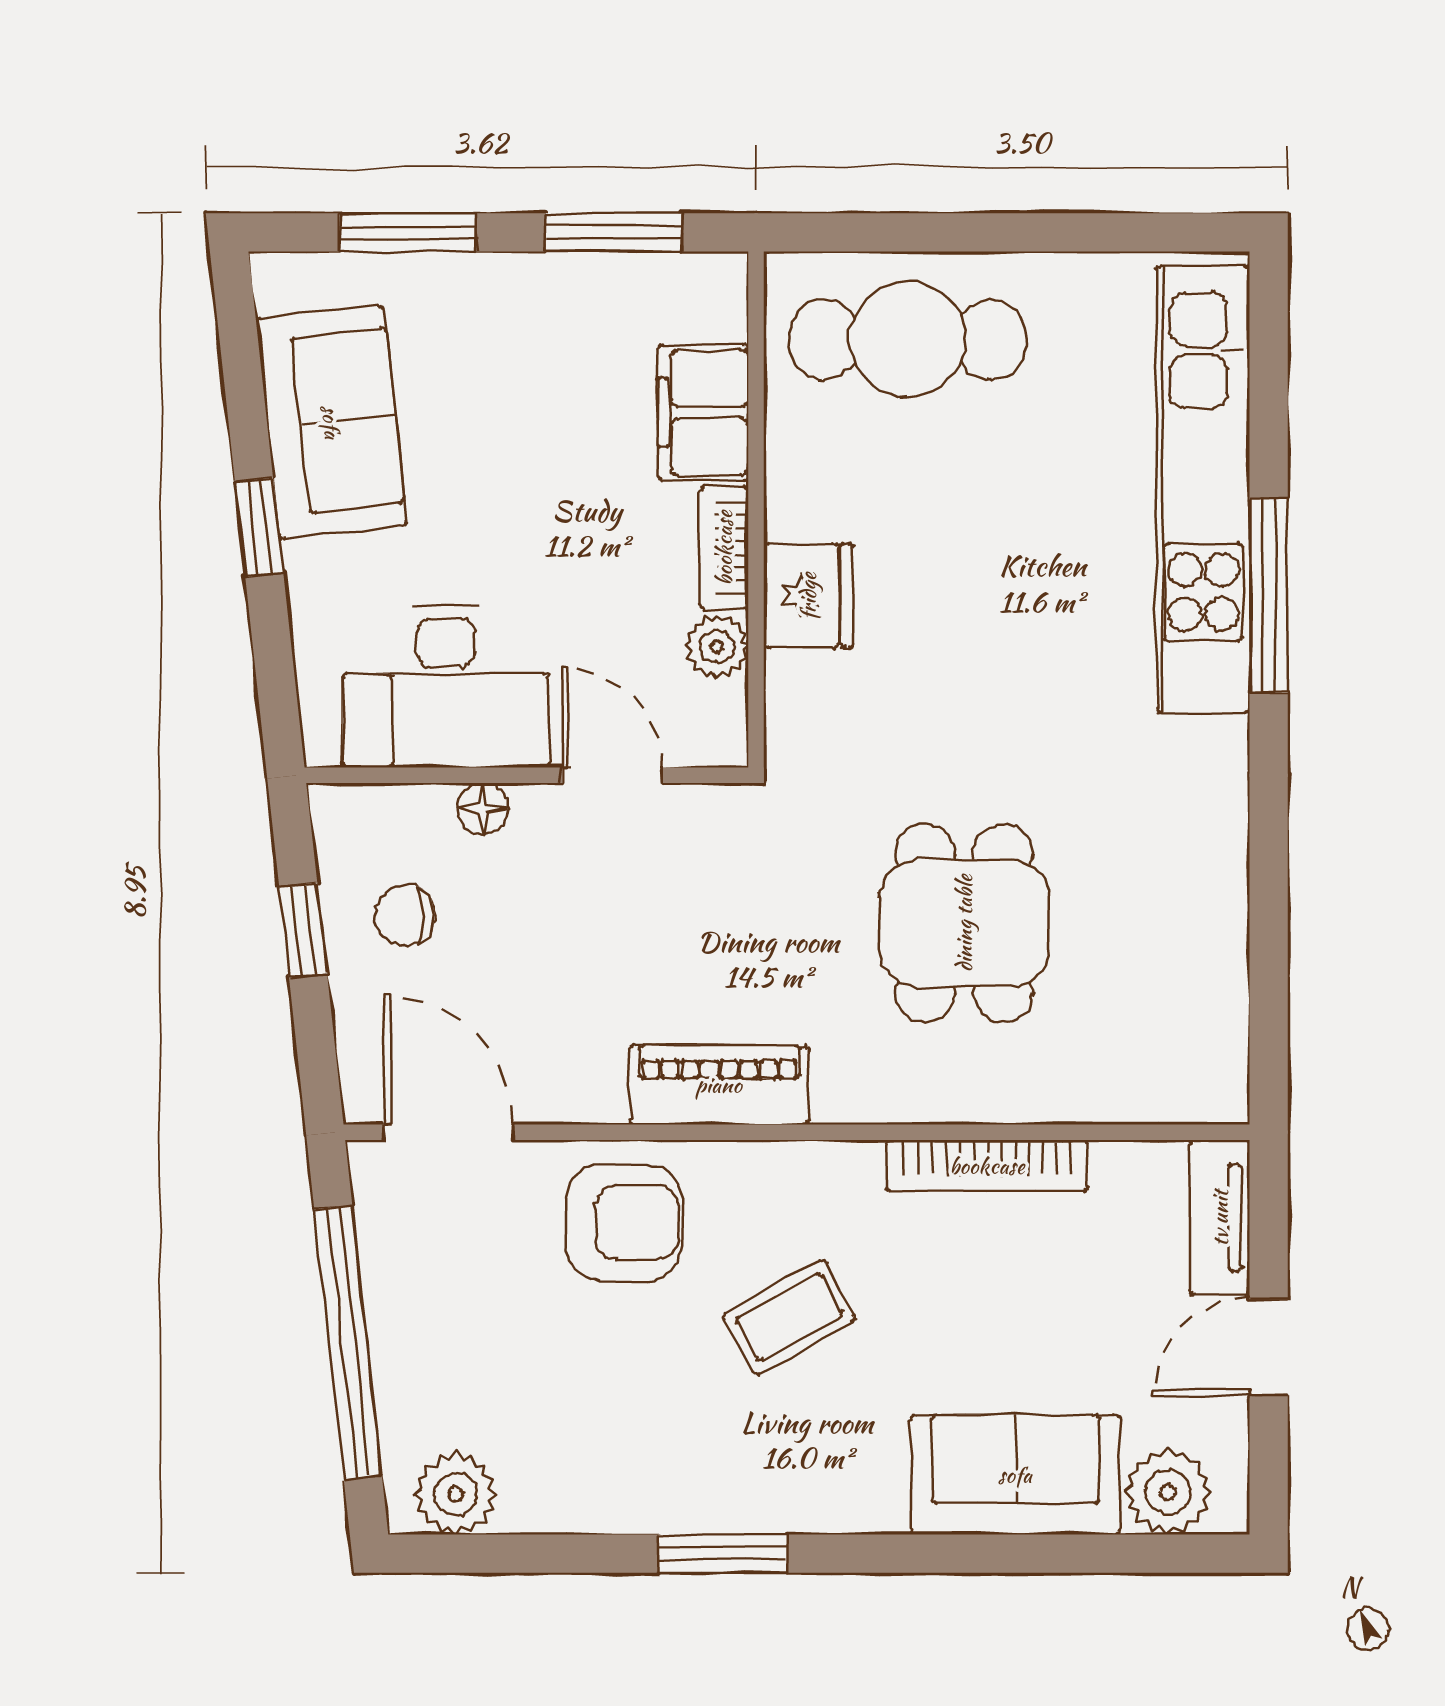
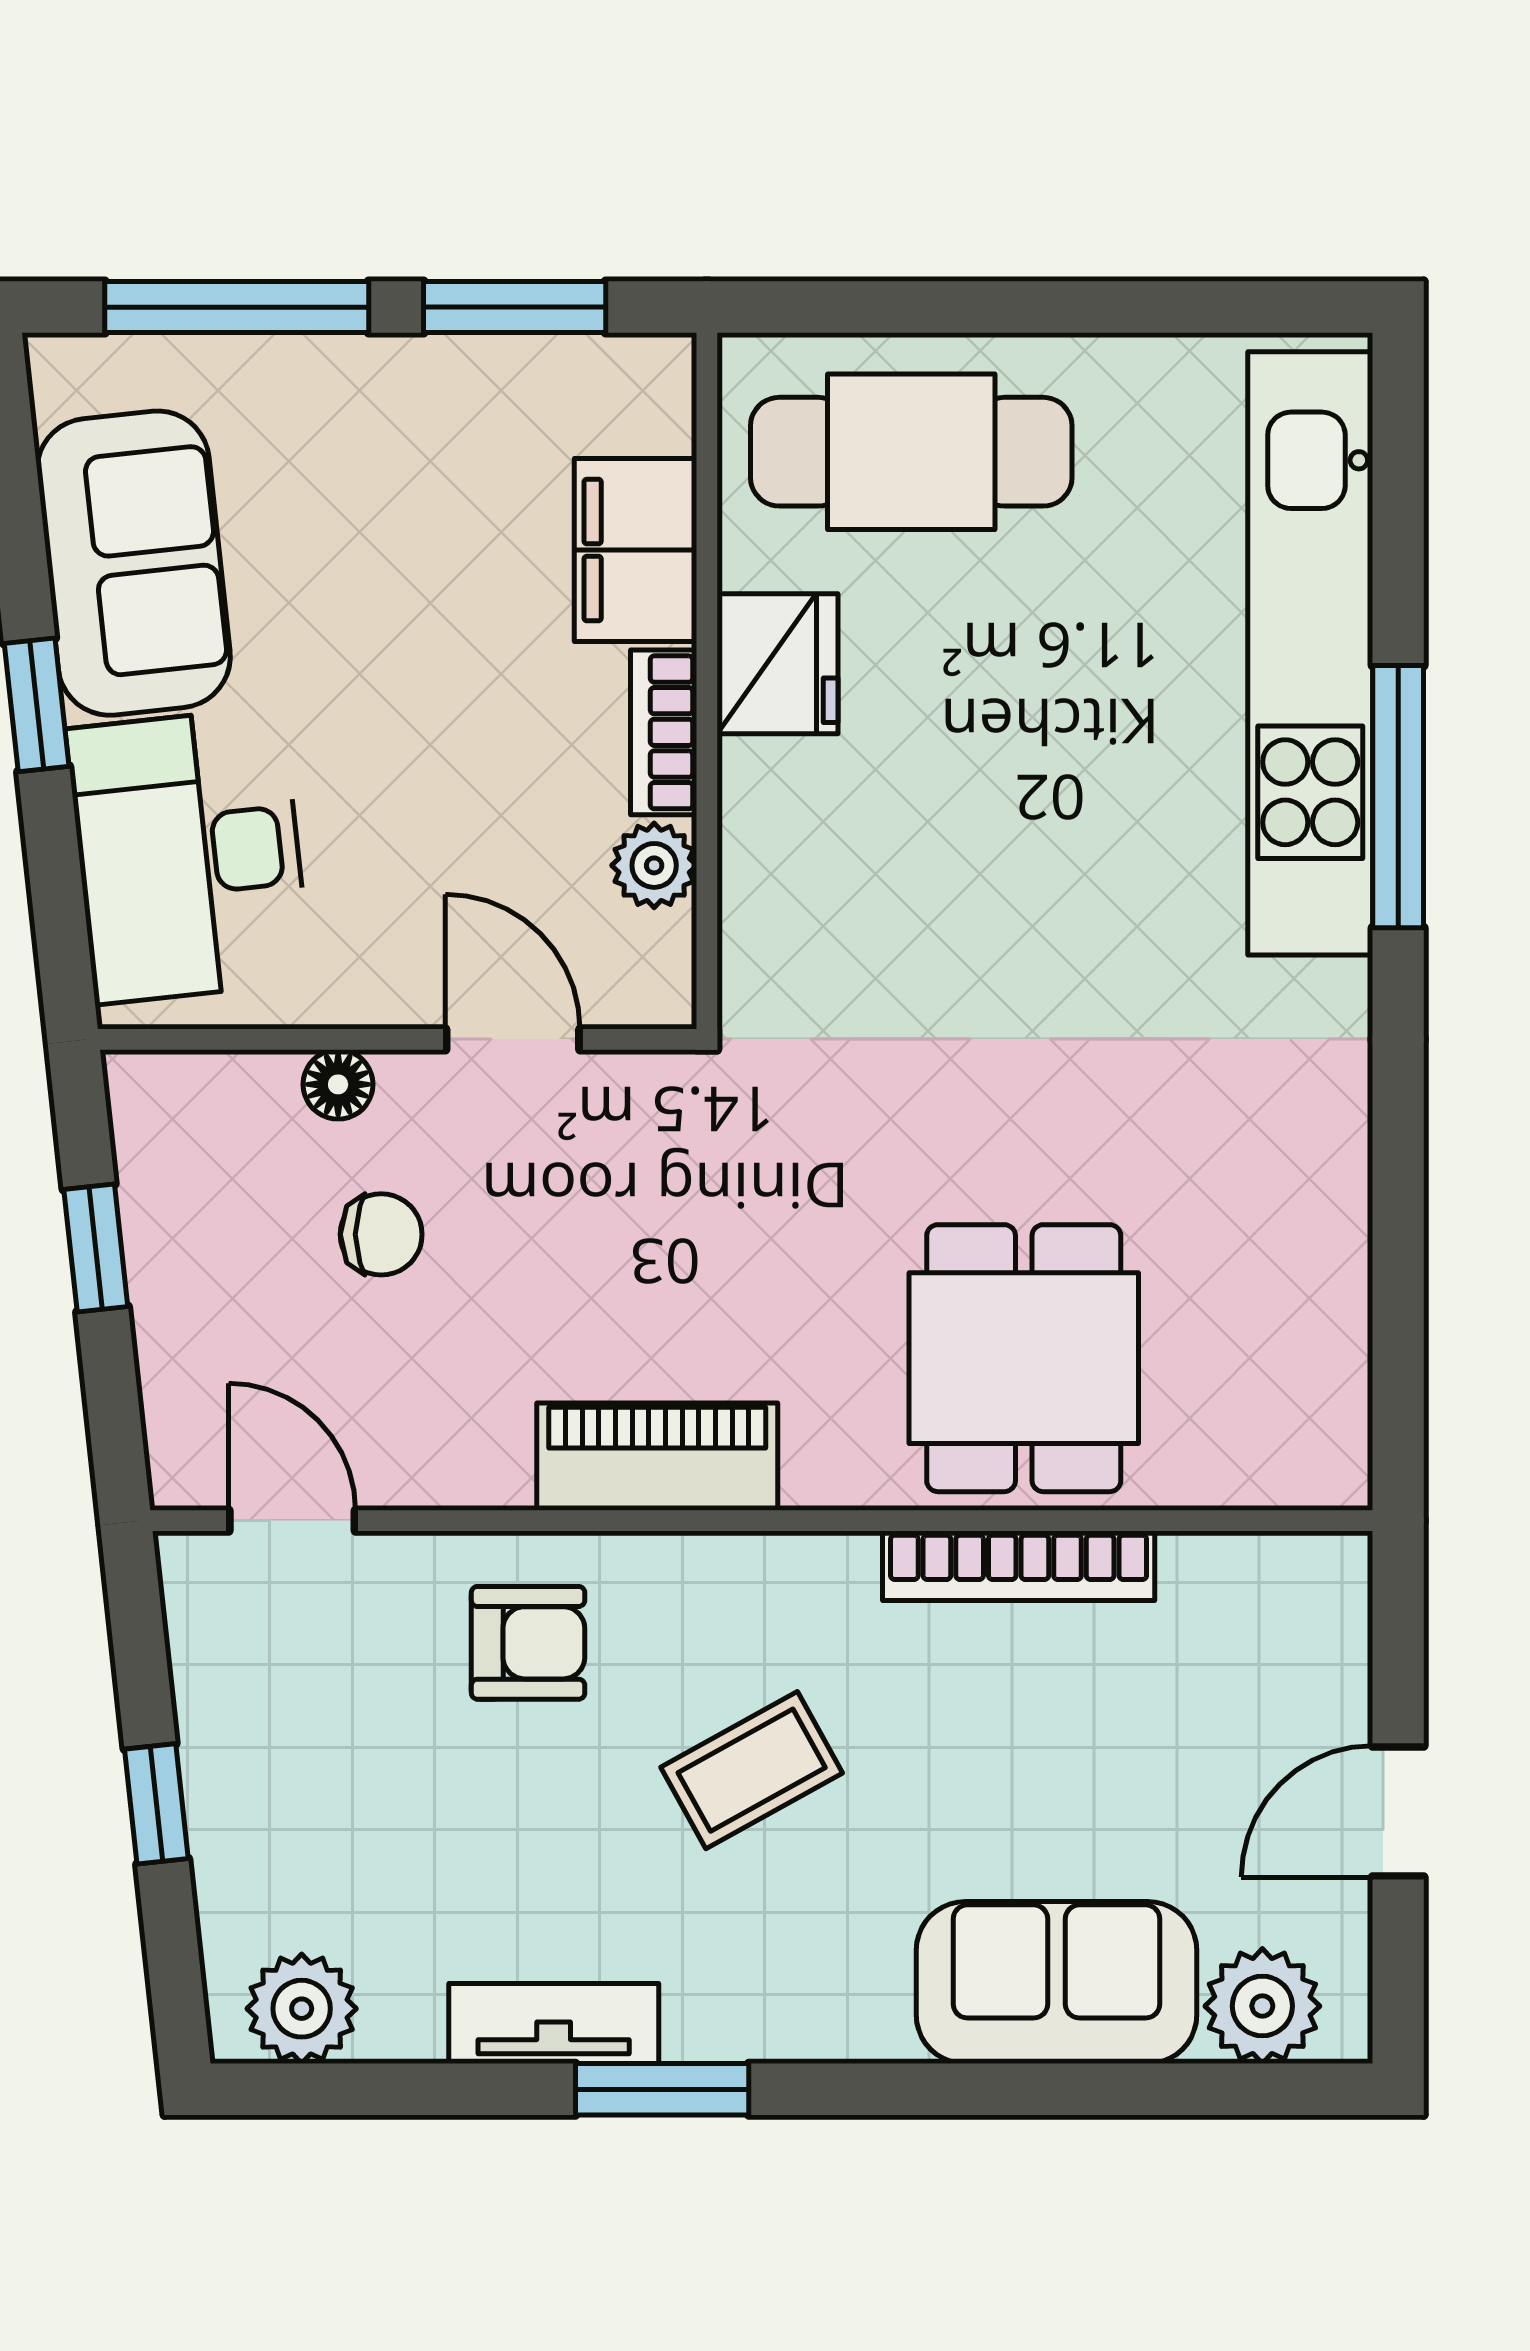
window: (408, 232) -> (237, 307), width x1.44
fridge: (808, 596) -> (777, 664), moved
desk: (446, 687) -> (189, 855), moved, turned 84
chair: (405, 916) -> (381, 1234), moved, turned 180
dining table: (964, 923) -> (1024, 1358), moved
door: (449, 1132) -> (292, 1521), width x0.73
tv unit: (1220, 1218) -> (554, 2023), moved, turned 90
armchair: (624, 1223) -> (528, 1643), width x0.72, depth x0.72
window: (348, 1342) -> (156, 1804), width x0.32

